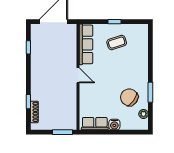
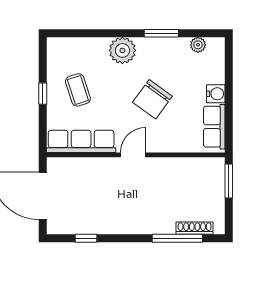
plant: (140, 69) -> (122, 50), added
chair: (129, 97) -> (152, 99), moved
window: (28, 102) -> (177, 238), width x2.17

